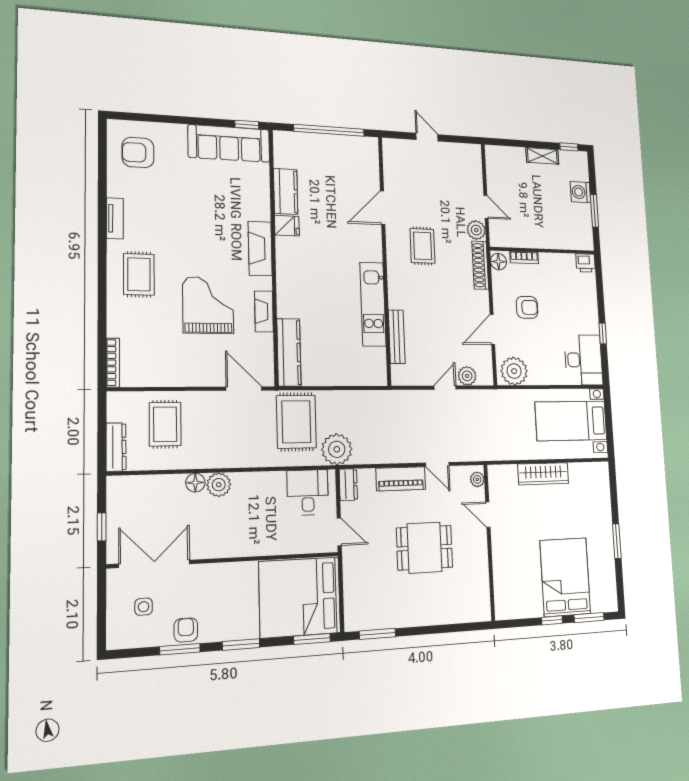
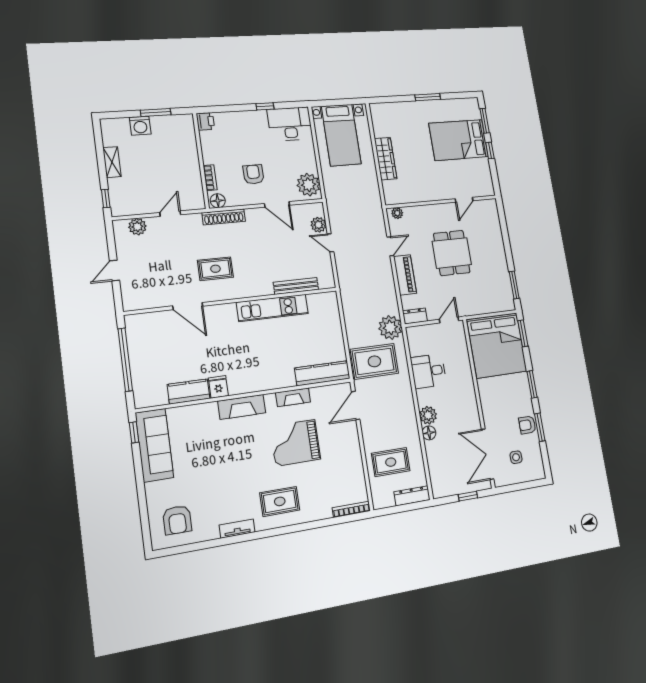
window: (569, 147) -> (106, 199), moved
plant: (476, 230) -> (137, 227), moved
desk: (308, 492) -> (428, 371), moved
door: (488, 515) -> (464, 200), moved

